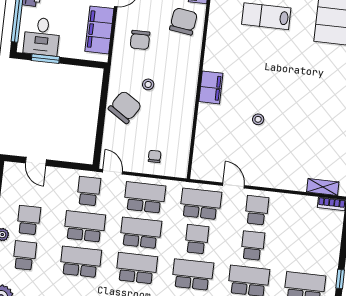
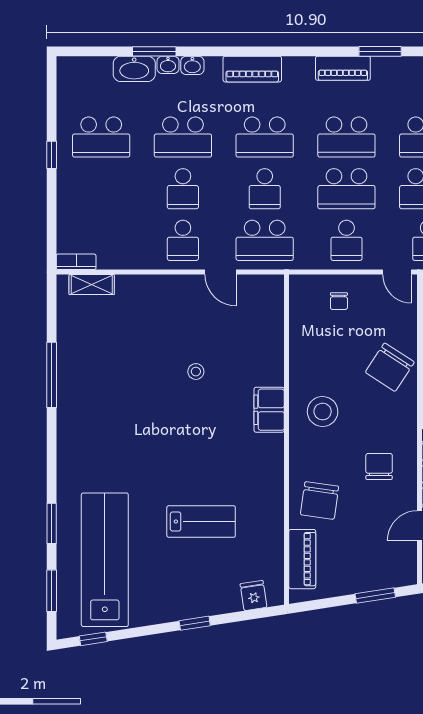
stool: (148, 84) -> (323, 412), moved, width x1.89, depth x1.89
school desk: (145, 197) -> (346, 240), width x0.54

